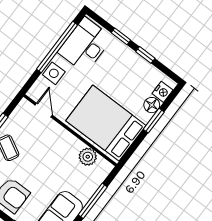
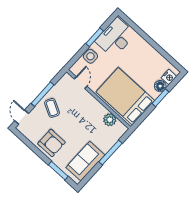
window: (121, 36) -> (142, 34), removed
window: (57, 47) -> (95, 37), width x0.47
window: (145, 55) -> (159, 49), removed

